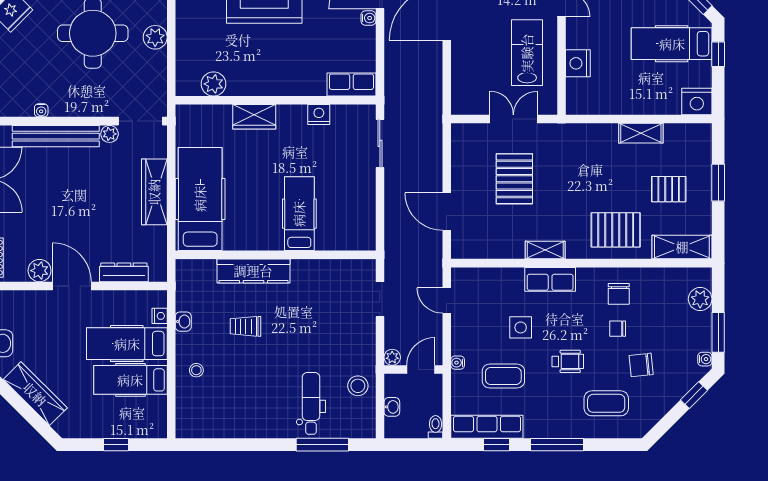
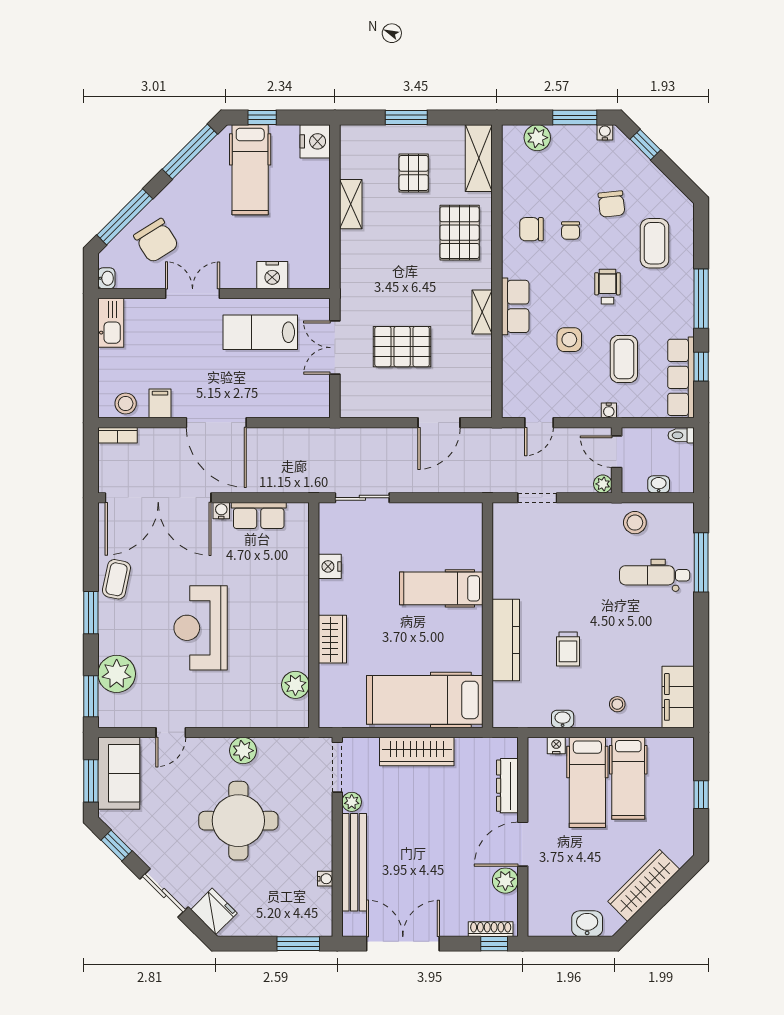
row of seats: (351, 84) -> (259, 516), moved, turned -90
chair: (619, 294) -> (531, 229), turned 180
filing cabinet: (203, 424) -> (678, 697), added

